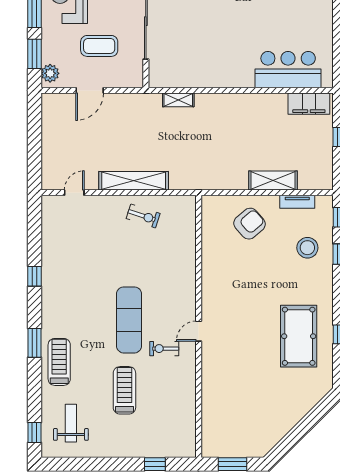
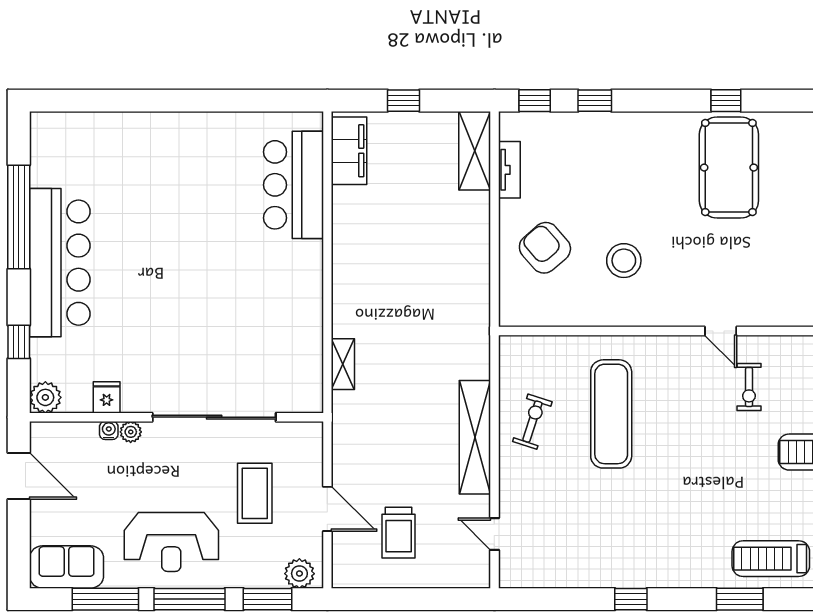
trolley: (75, 134) -> (399, 533), added
shelving: (273, 181) -> (475, 151), moved
stool: (307, 248) -> (624, 261), moved
exercise mat: (129, 320) -> (611, 414), moved, turned 90
pool table: (299, 336) -> (729, 168), turned 90

